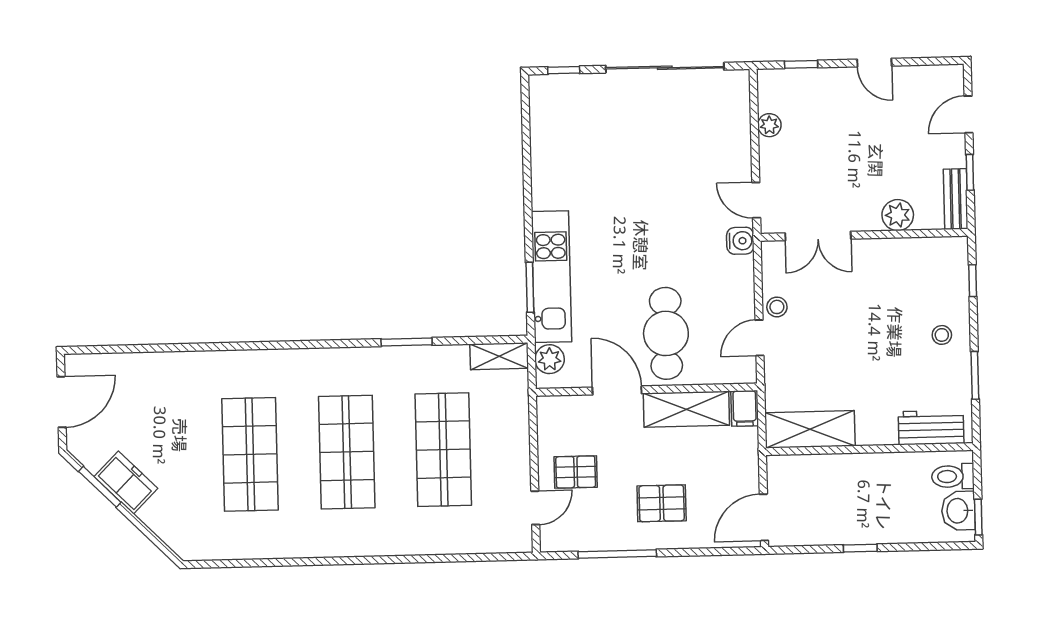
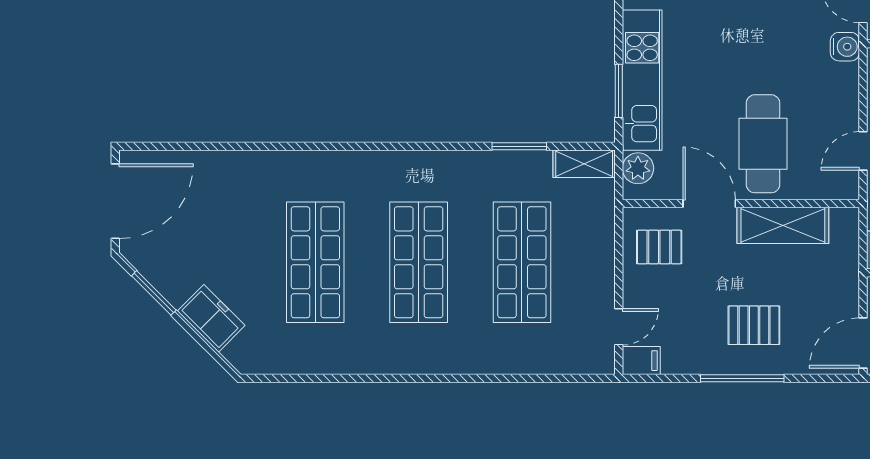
window: (407, 342) -> (519, 146), moved
door: (62, 402) -> (115, 201), width x1.36
filing cabinet: (745, 408) -> (641, 361), moved, turned -90
pallet: (576, 472) -> (659, 247), moved
freezer: (126, 483) -> (211, 318), moved
window: (617, 554) -> (742, 378), moved

